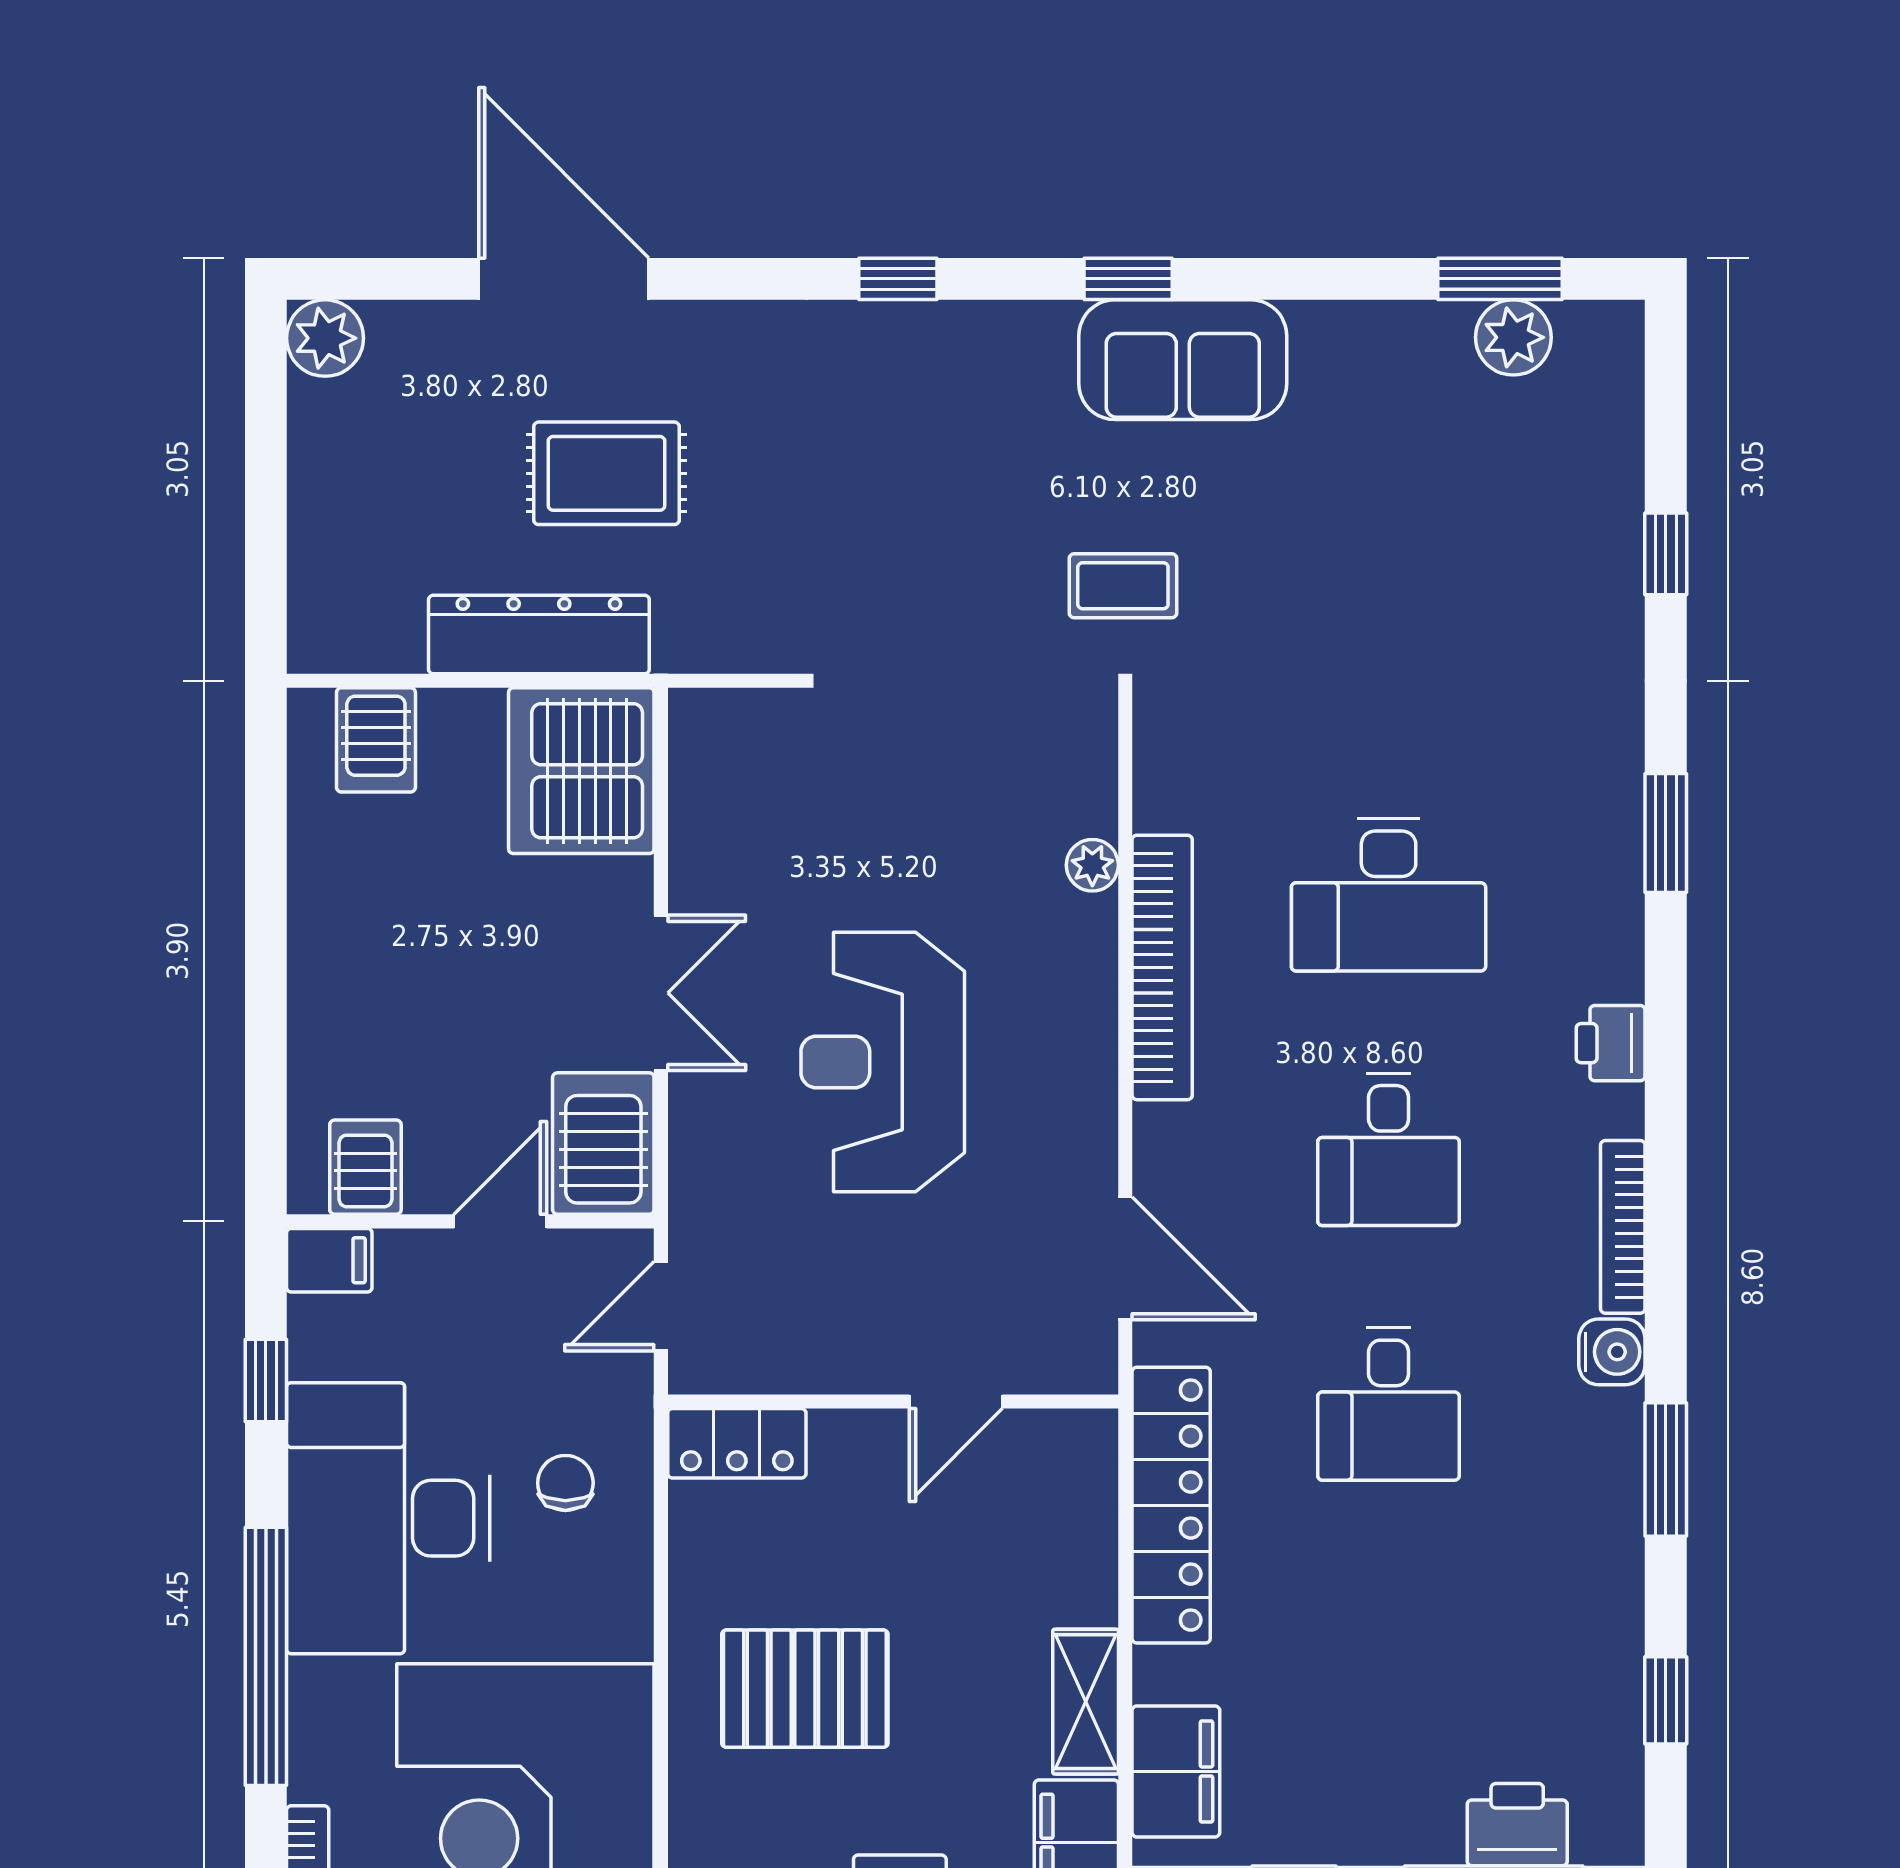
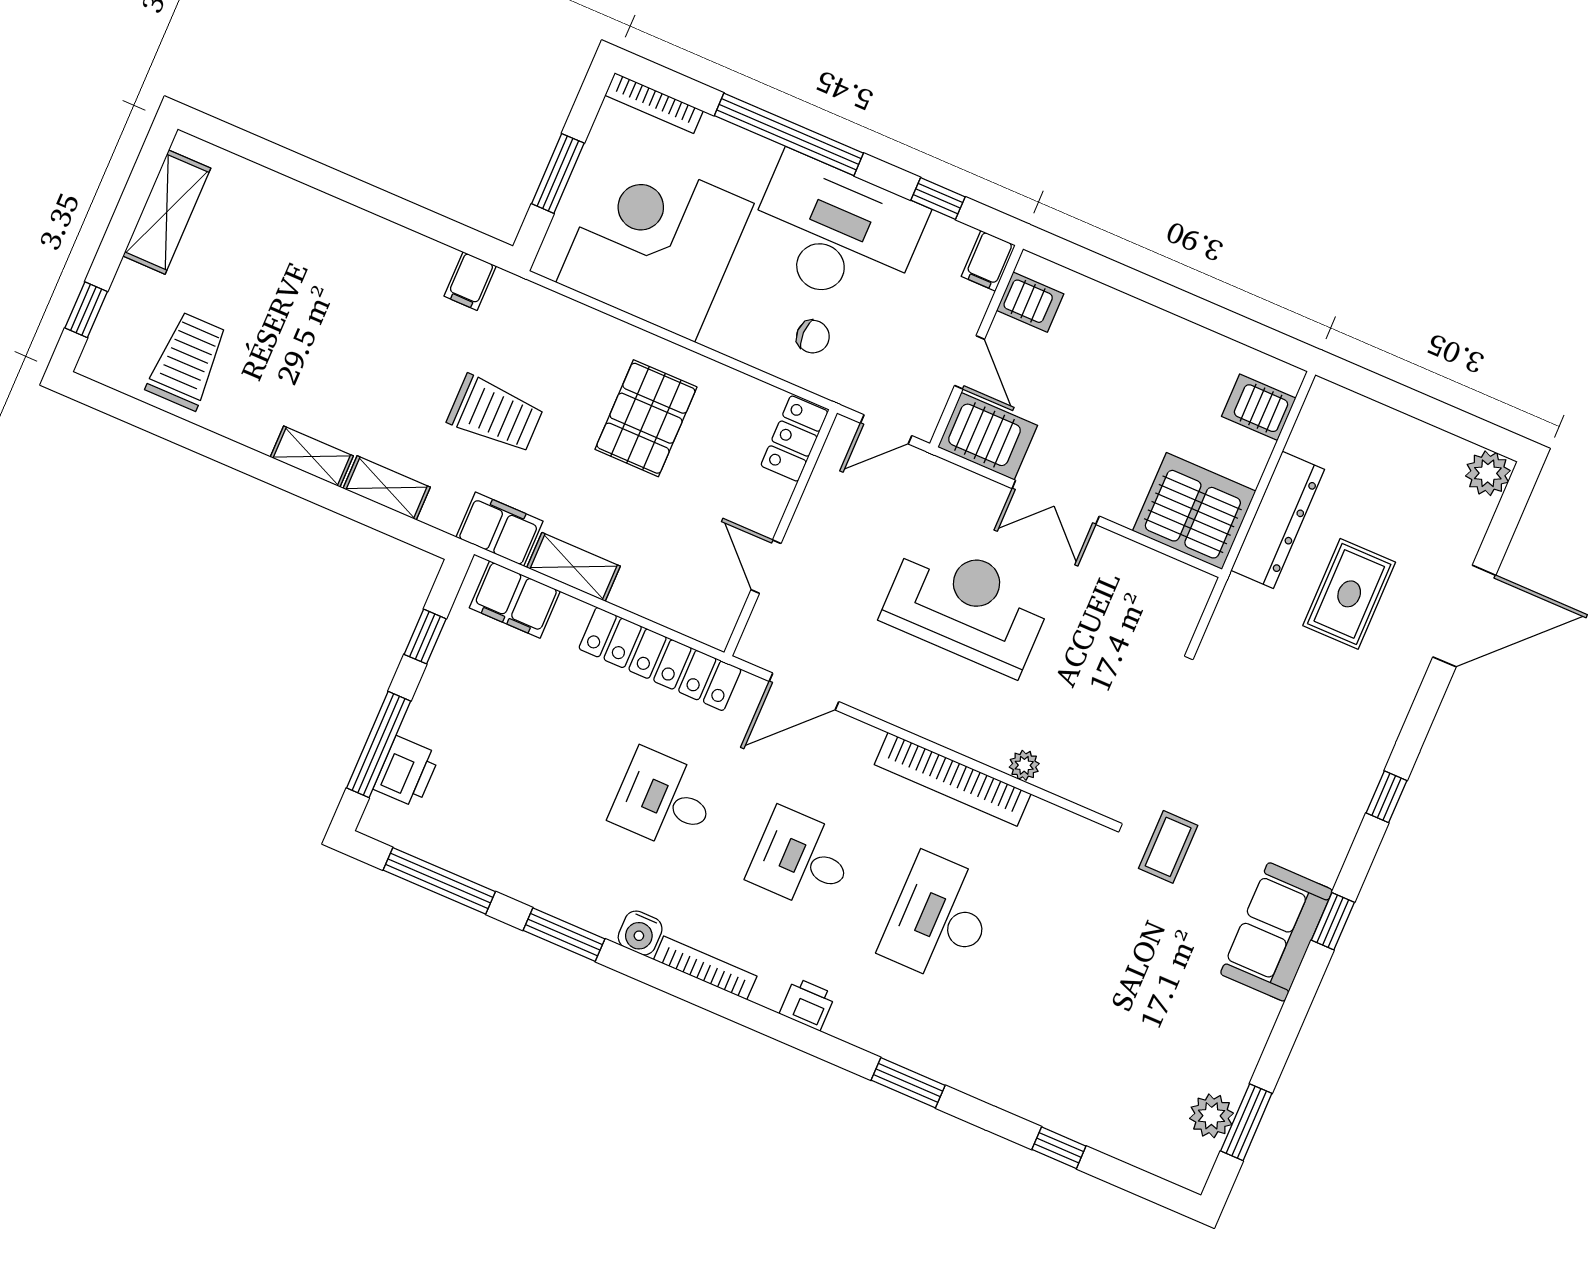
door: (661, 1306) -> (886, 429), swing flipped
window: (1666, 1700) -> (439, 881), width x2.17

